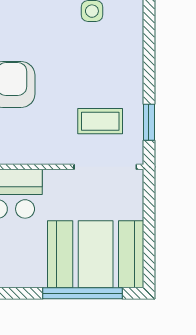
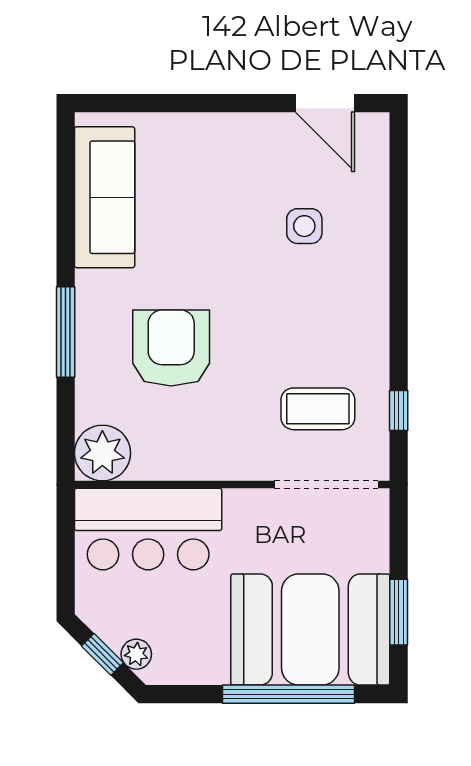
window: (149, 122) -> (399, 411), width x0.67
window: (149, 244) -> (399, 612), added

